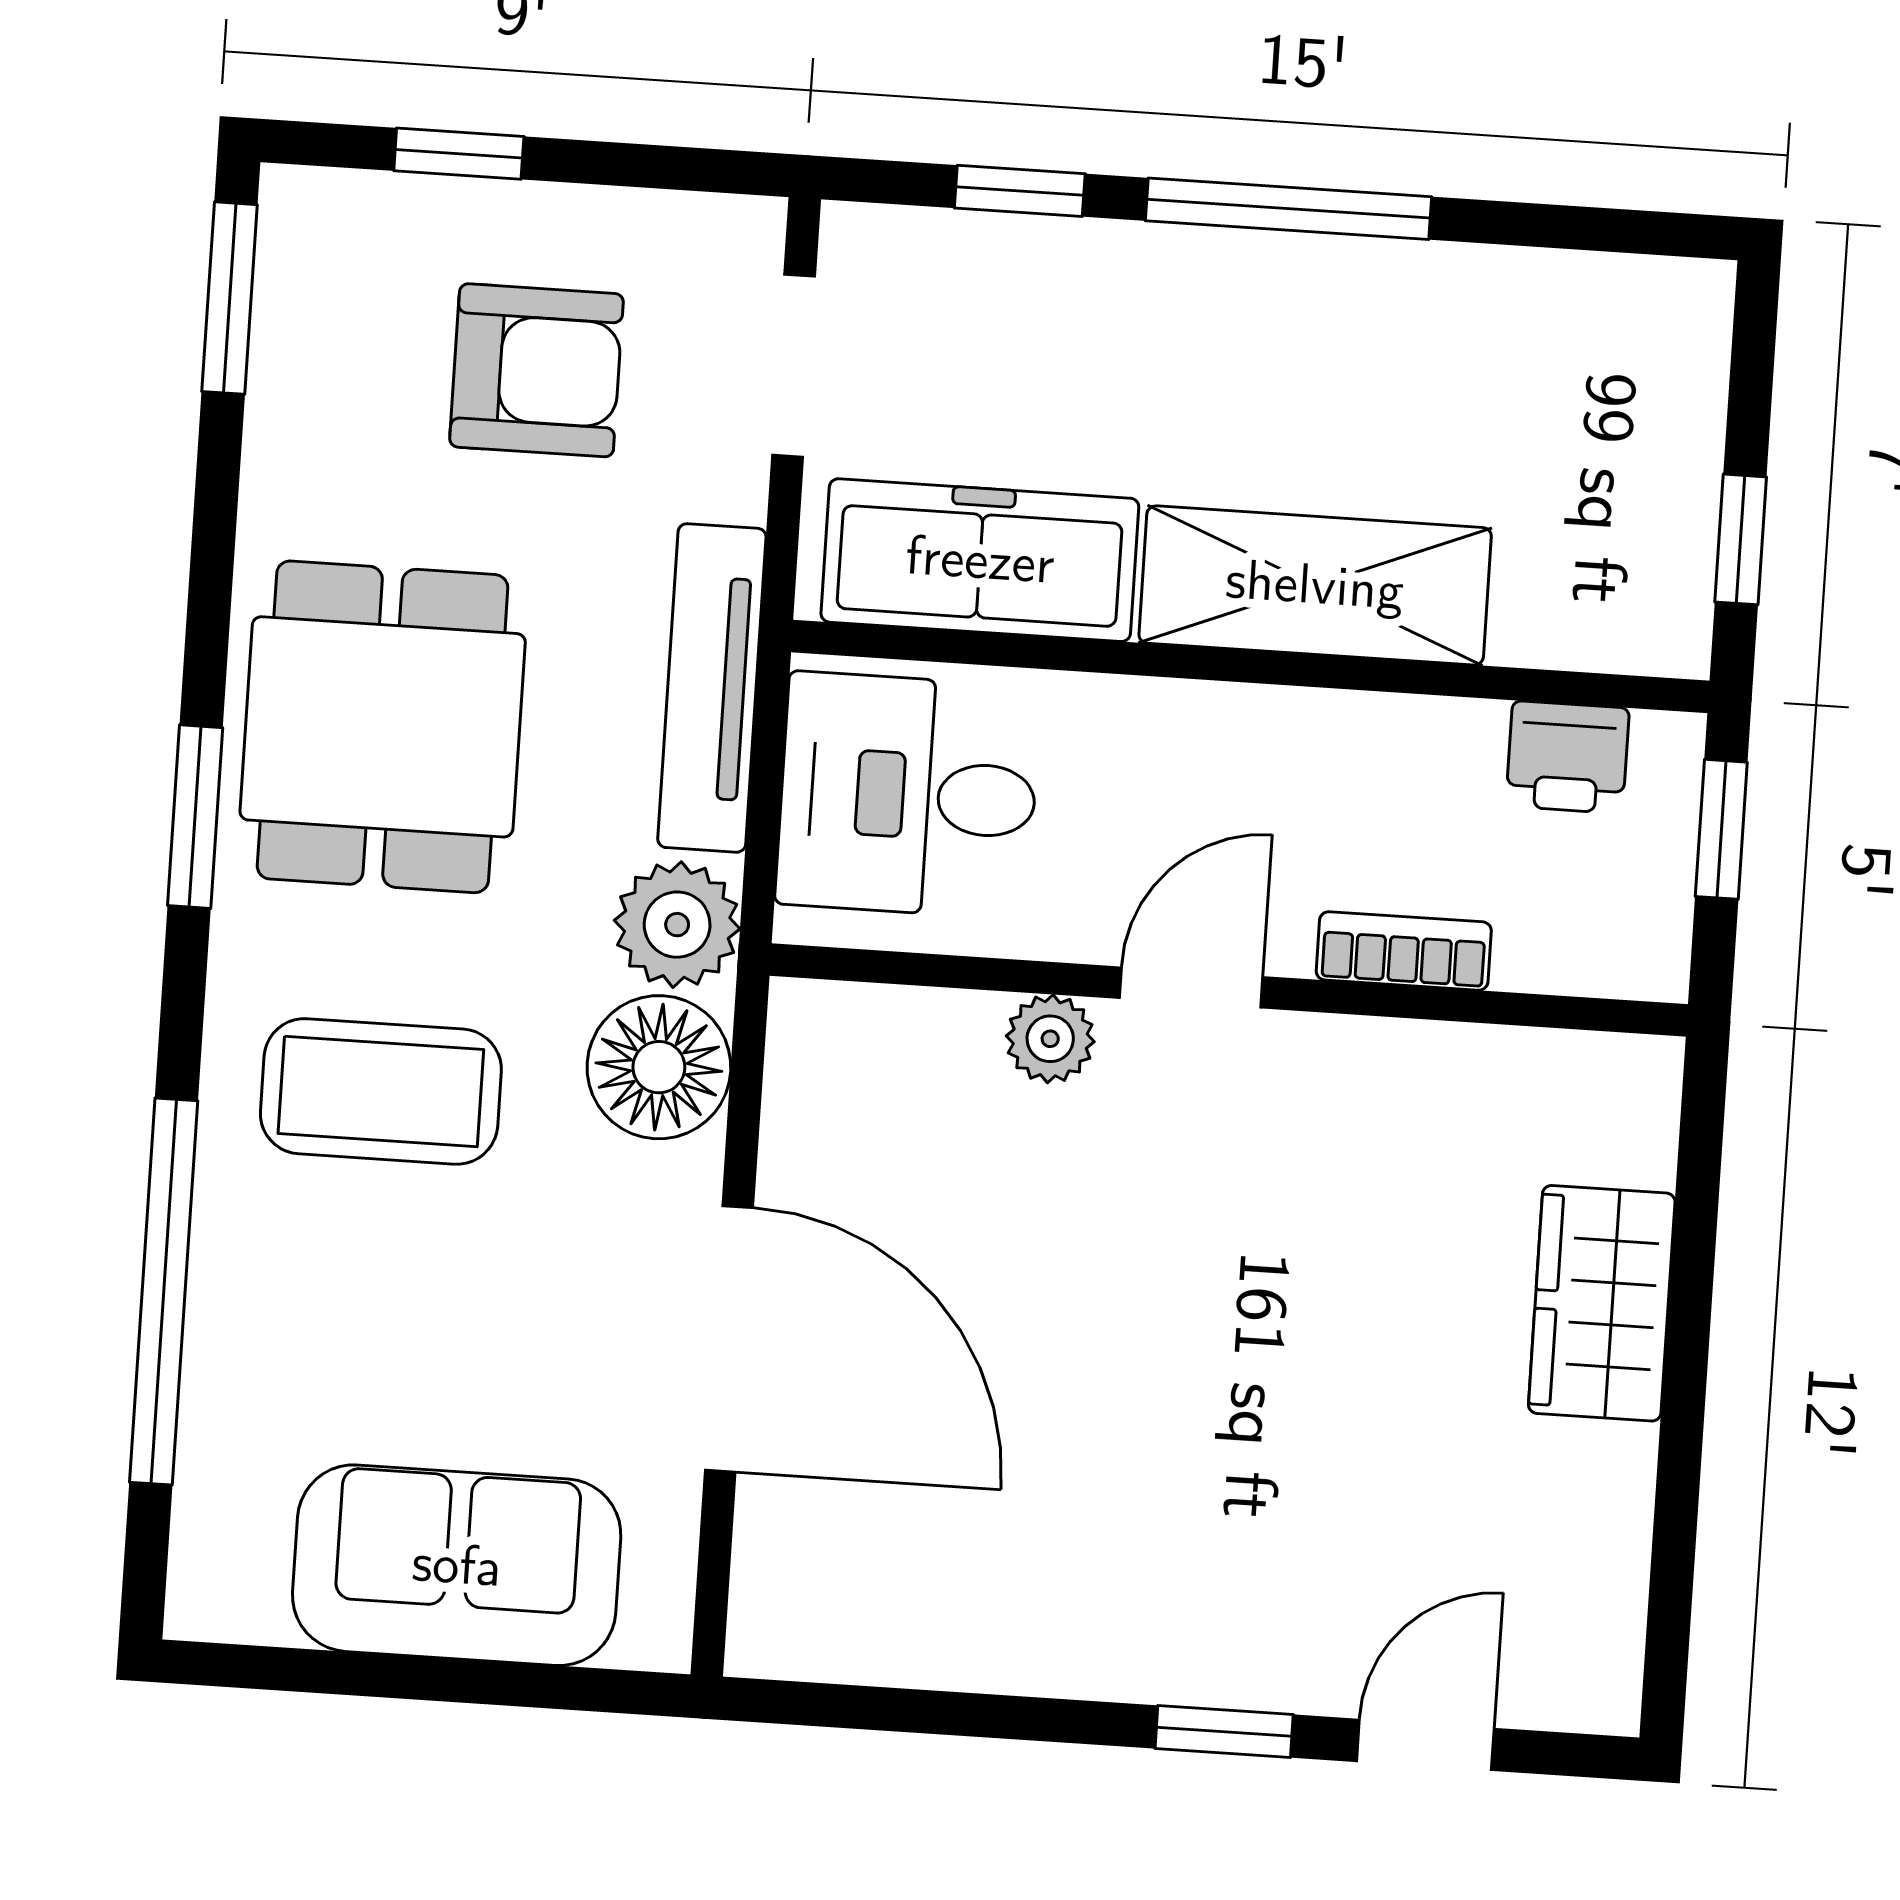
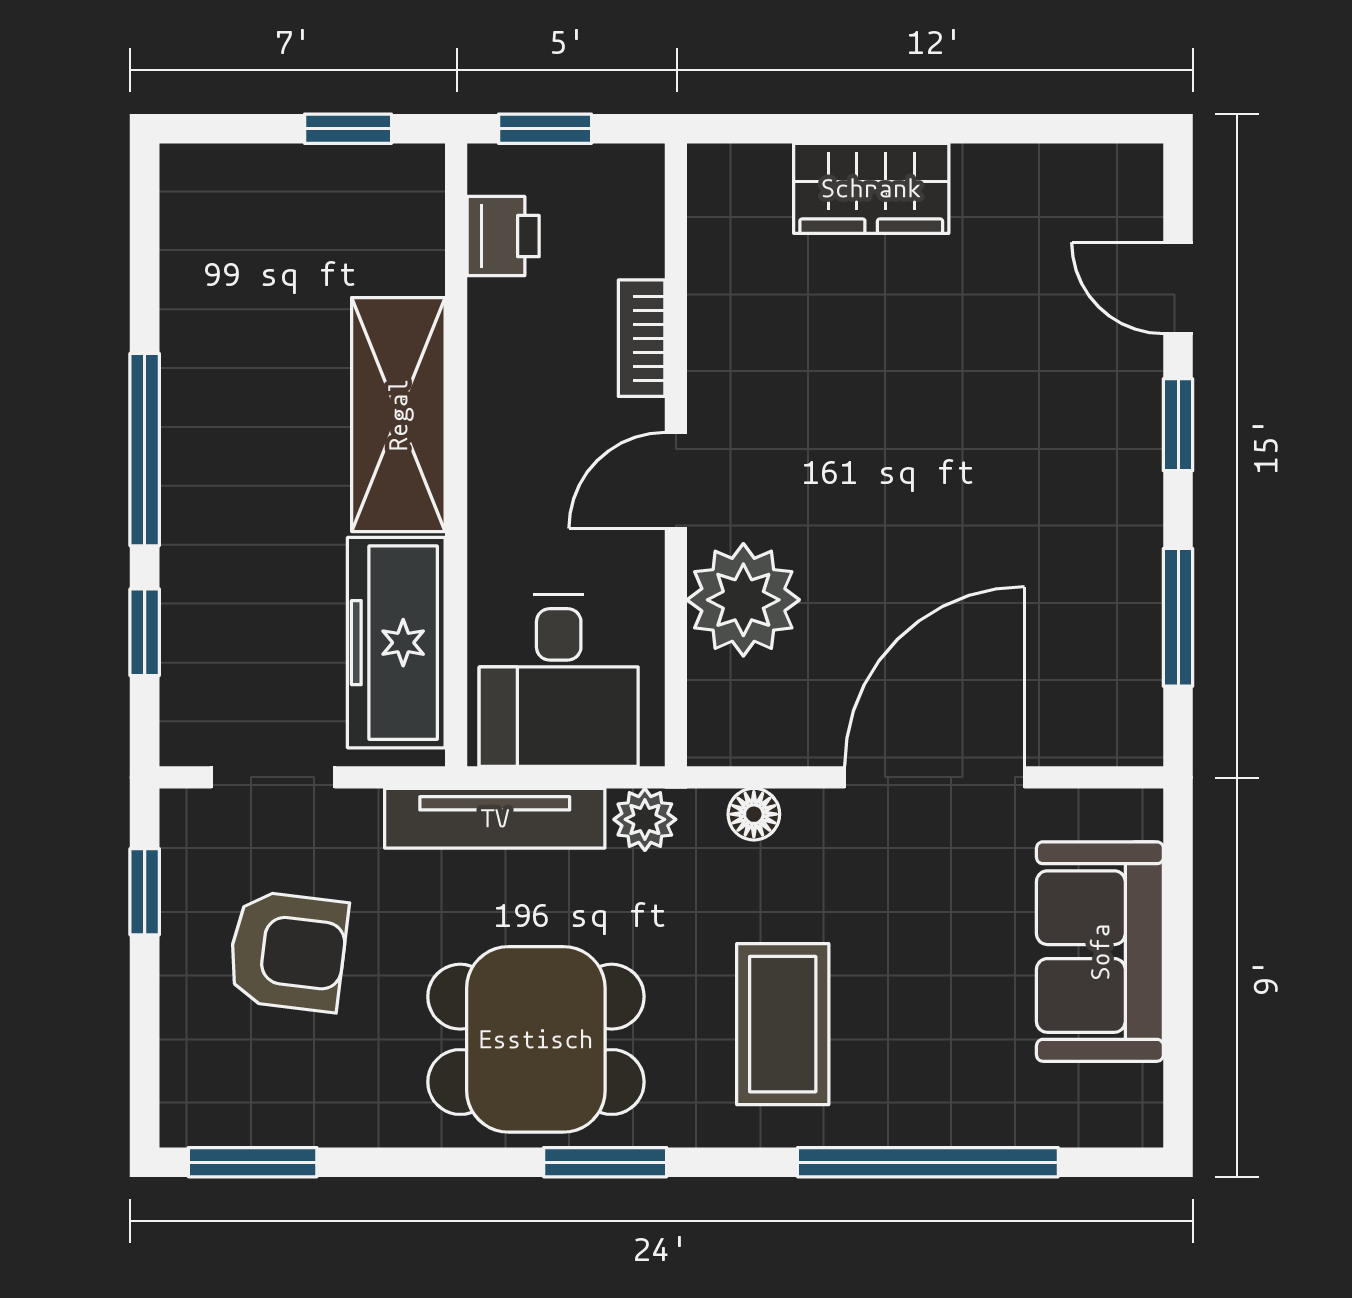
window: (459, 154) -> (145, 892), moved
armchair: (537, 370) -> (288, 951), turned 97
plant: (677, 925) -> (645, 819), width x0.73, depth x0.73
door: (1191, 987) -> (676, 480), hinge flipped
plant: (1050, 1039) -> (743, 600), width x1.88, depth x1.88
floor lamp: (659, 1067) -> (754, 814), width x0.53, depth x0.53
window: (941, 1713) -> (1178, 617), added

